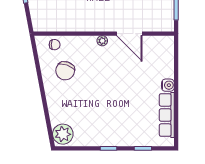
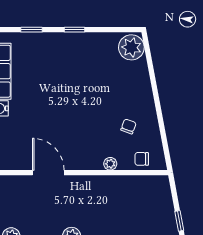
plant: (102, 41) -> (110, 164), moved
chair: (65, 71) -> (128, 126), width x0.54, depth x0.54

